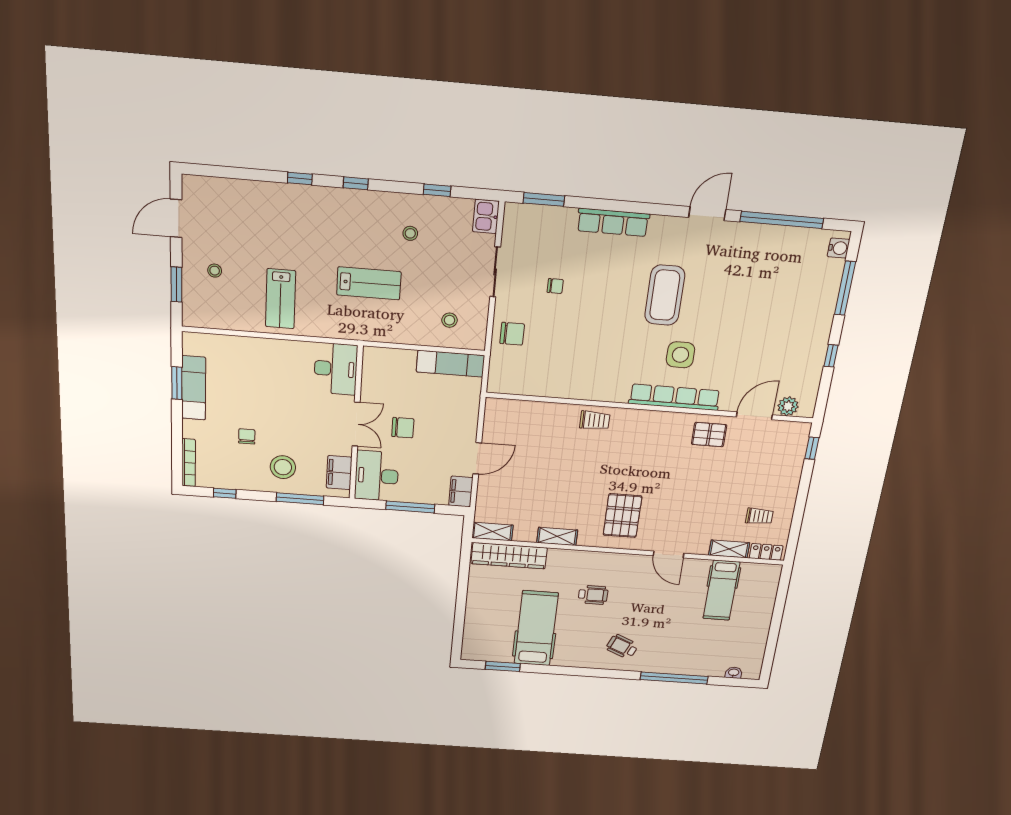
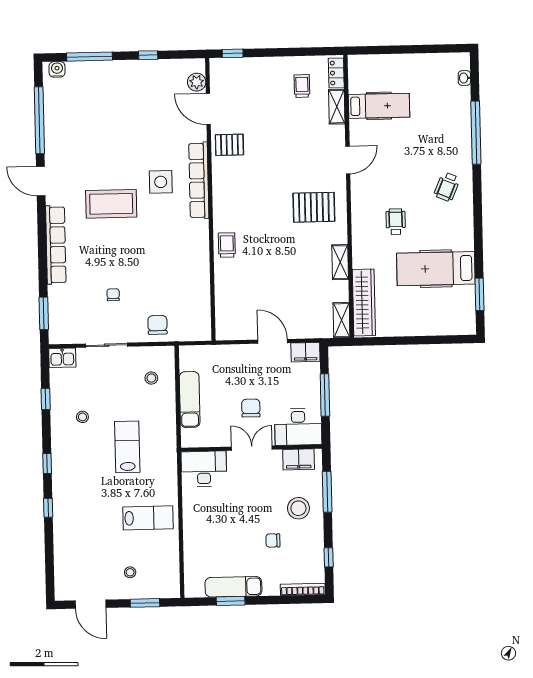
row of seats: (613, 222) -> (56, 245), width x1.36
exam couch: (450, 364) -> (190, 399), moved
pallet: (709, 435) -> (229, 145), turned 90

